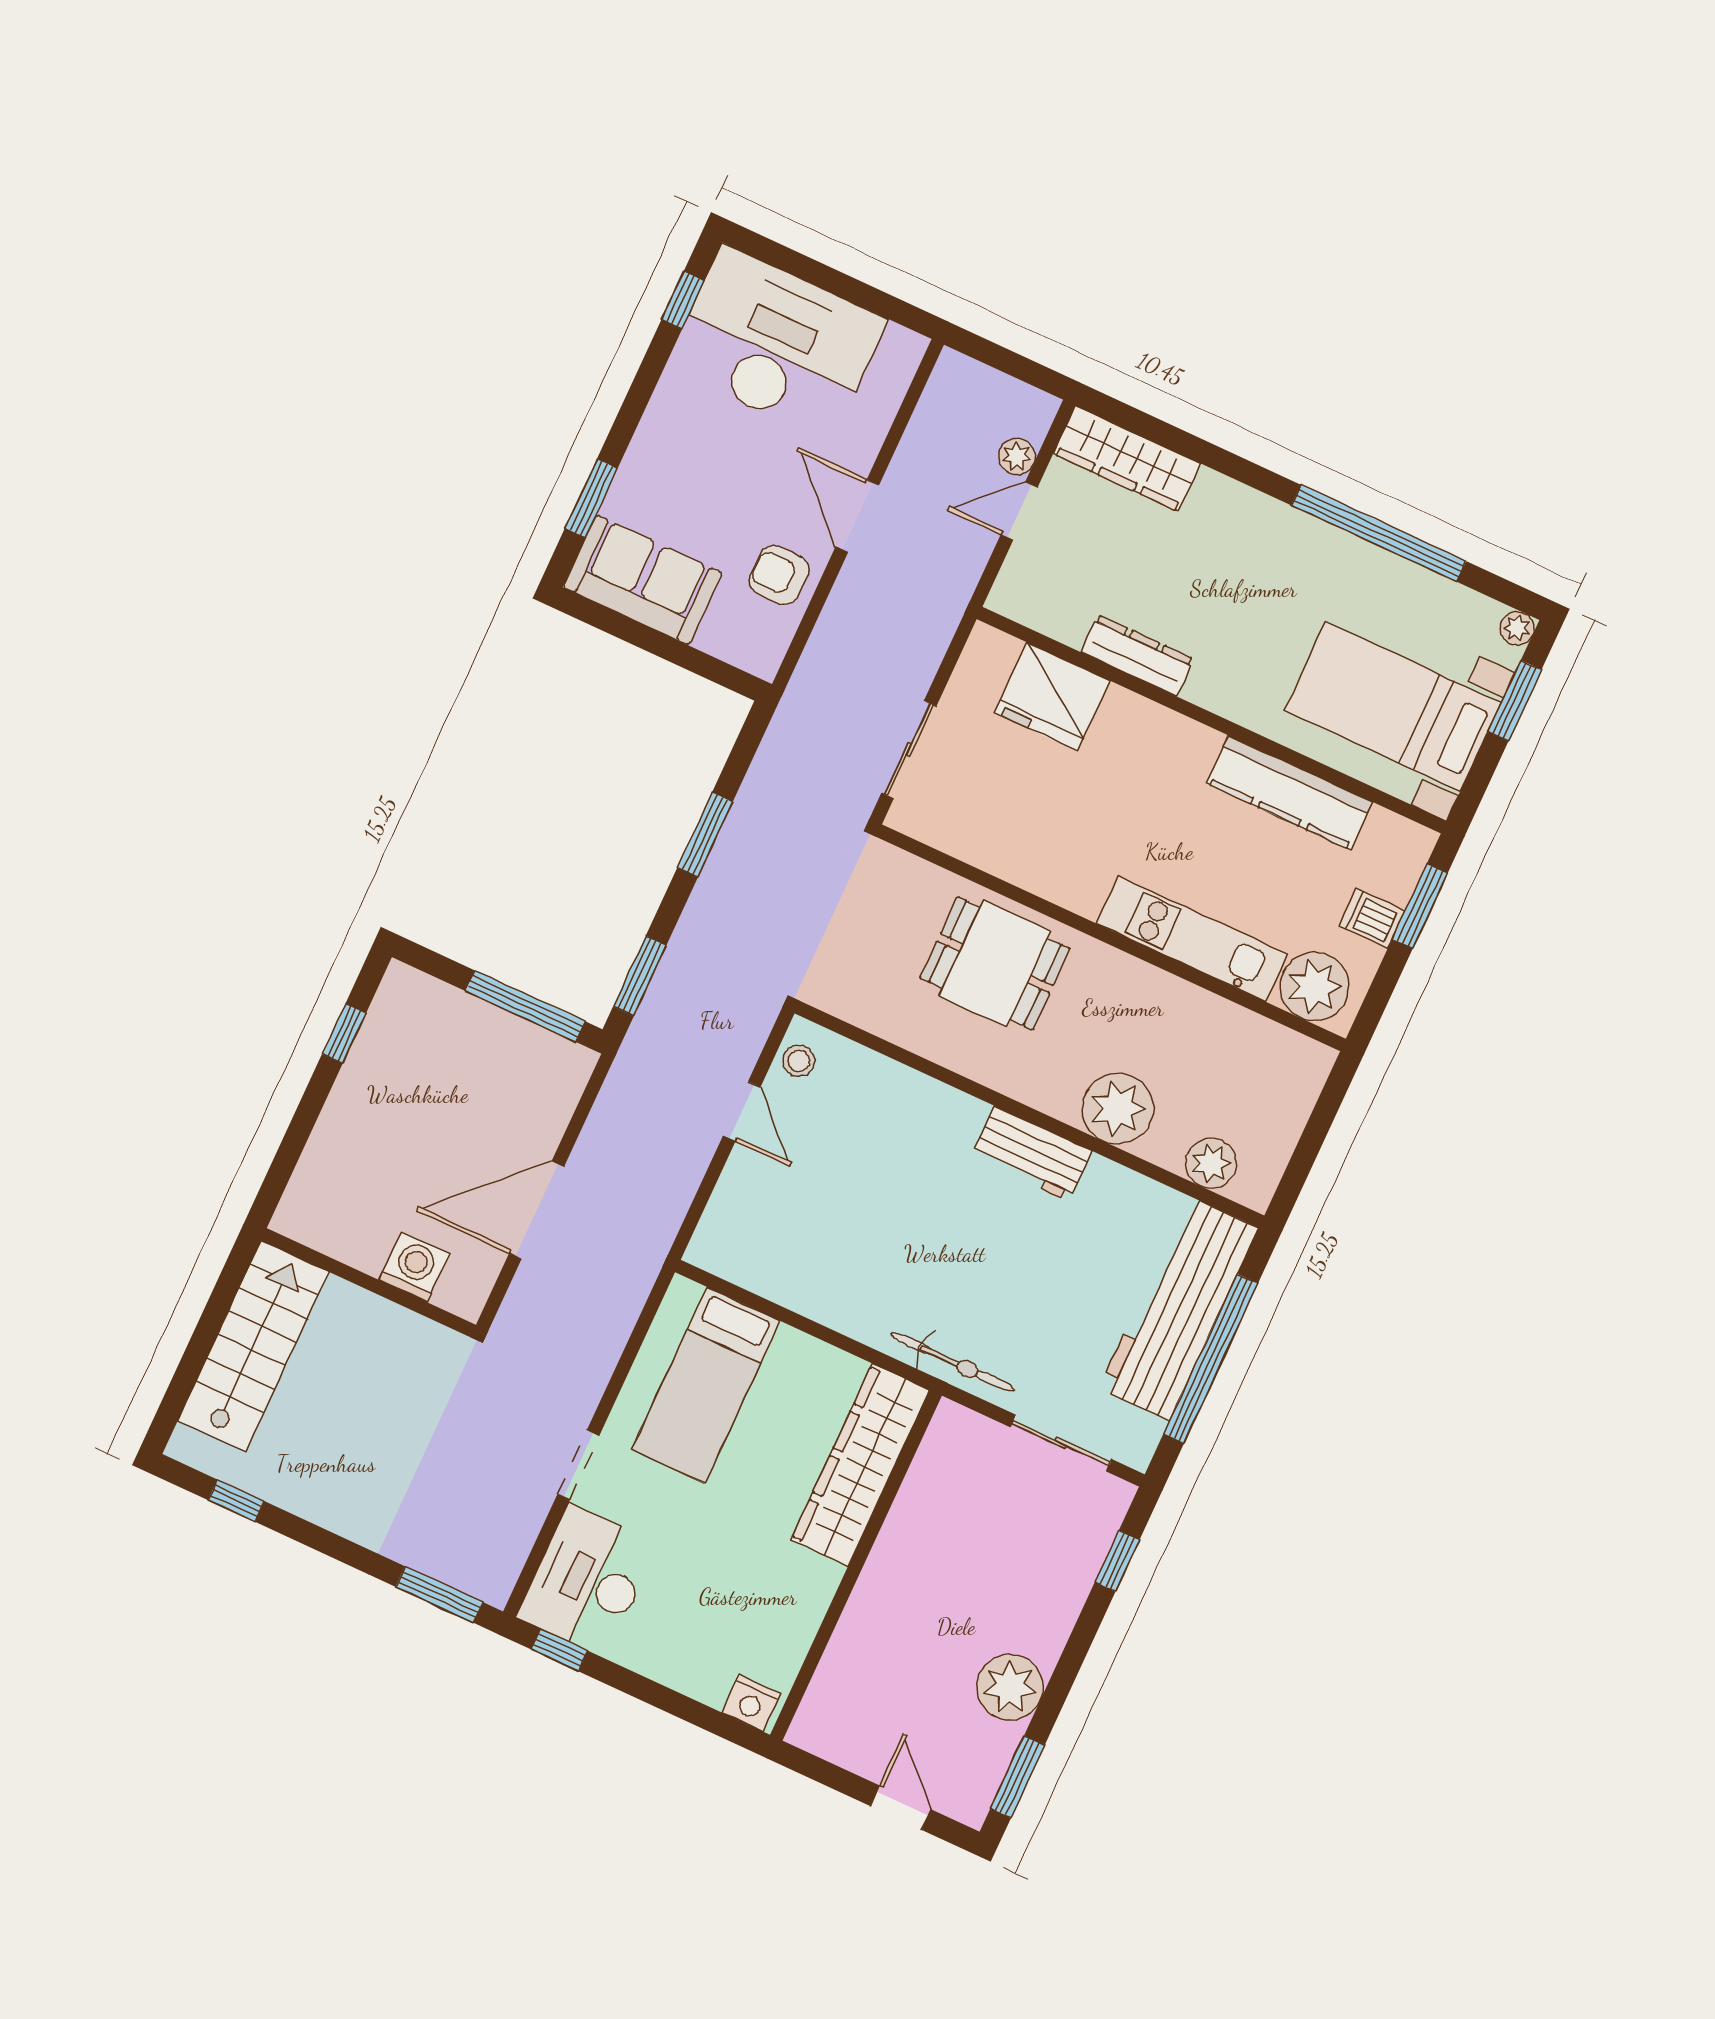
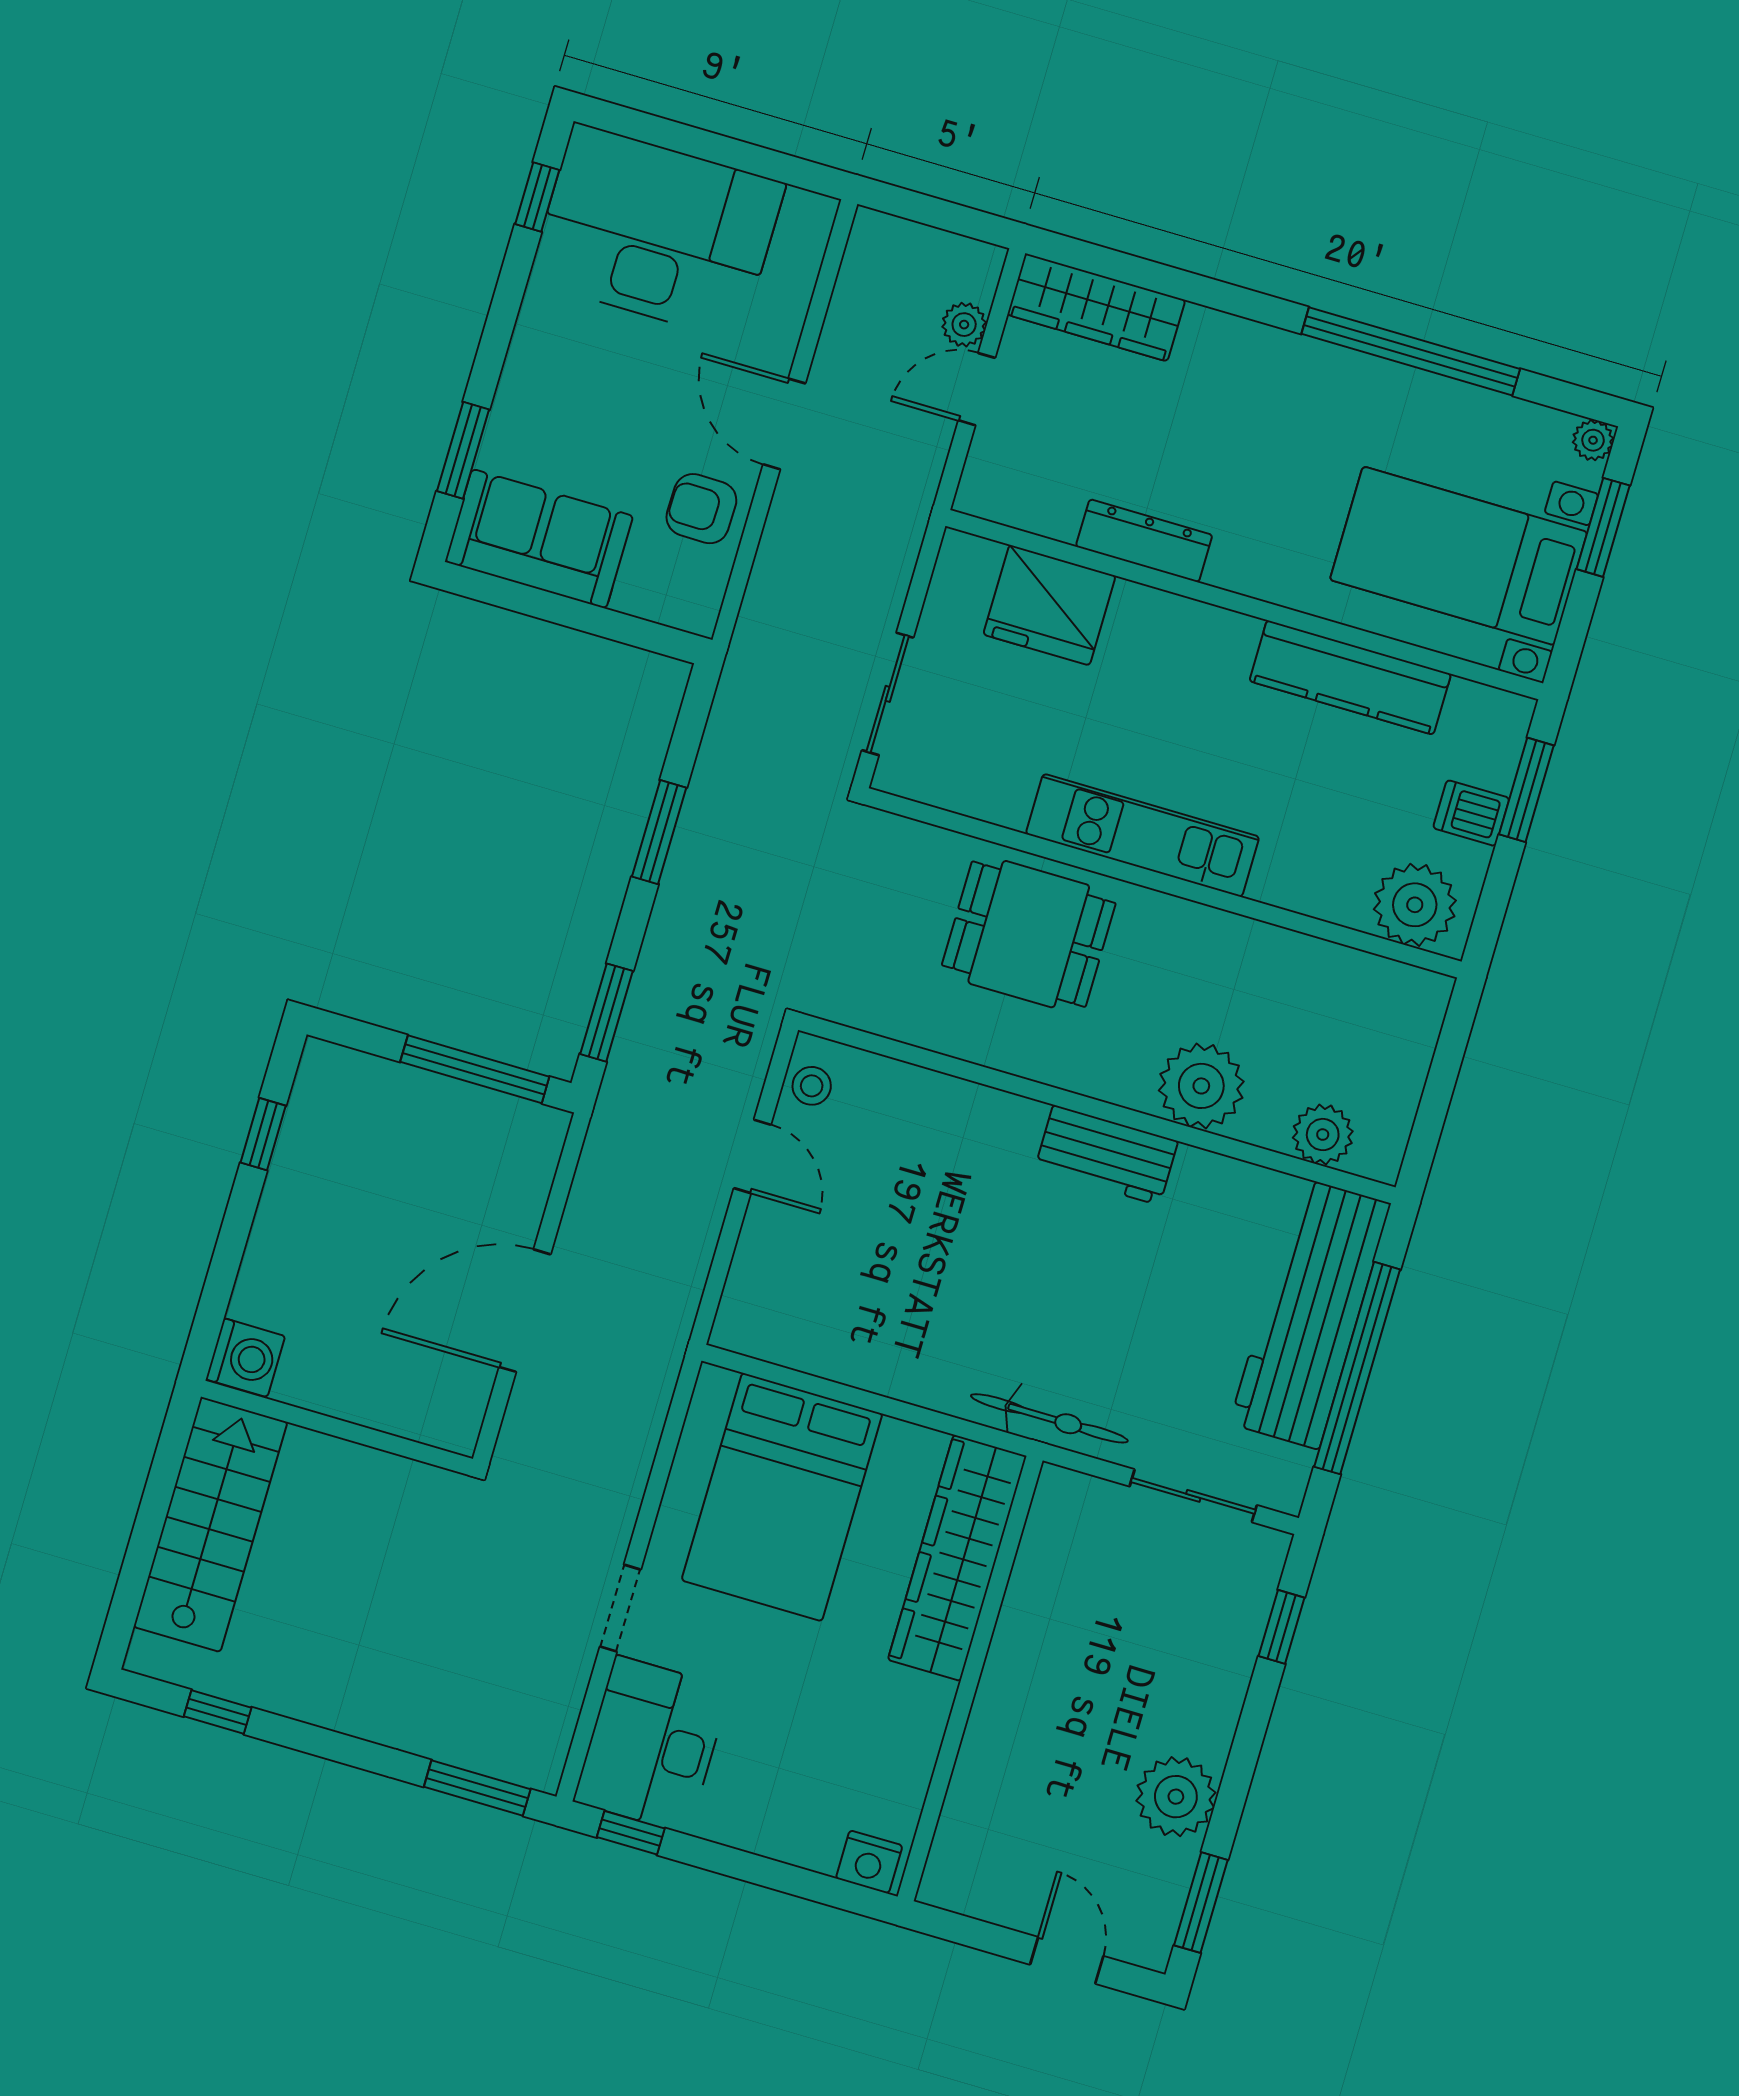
kitchen unit: (1192, 939) -> (1143, 835), moved
washing machine: (414, 1267) -> (245, 1358), moved, turned 90
bed: (706, 1385) -> (782, 1497), width x1.50

